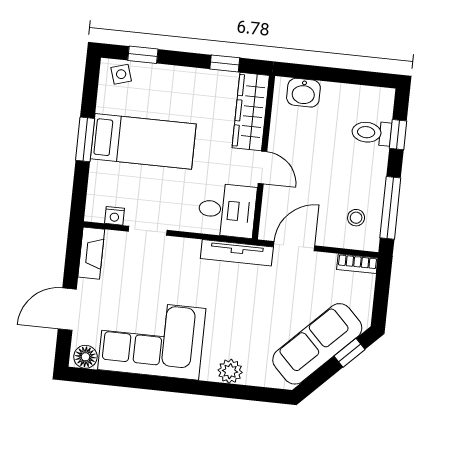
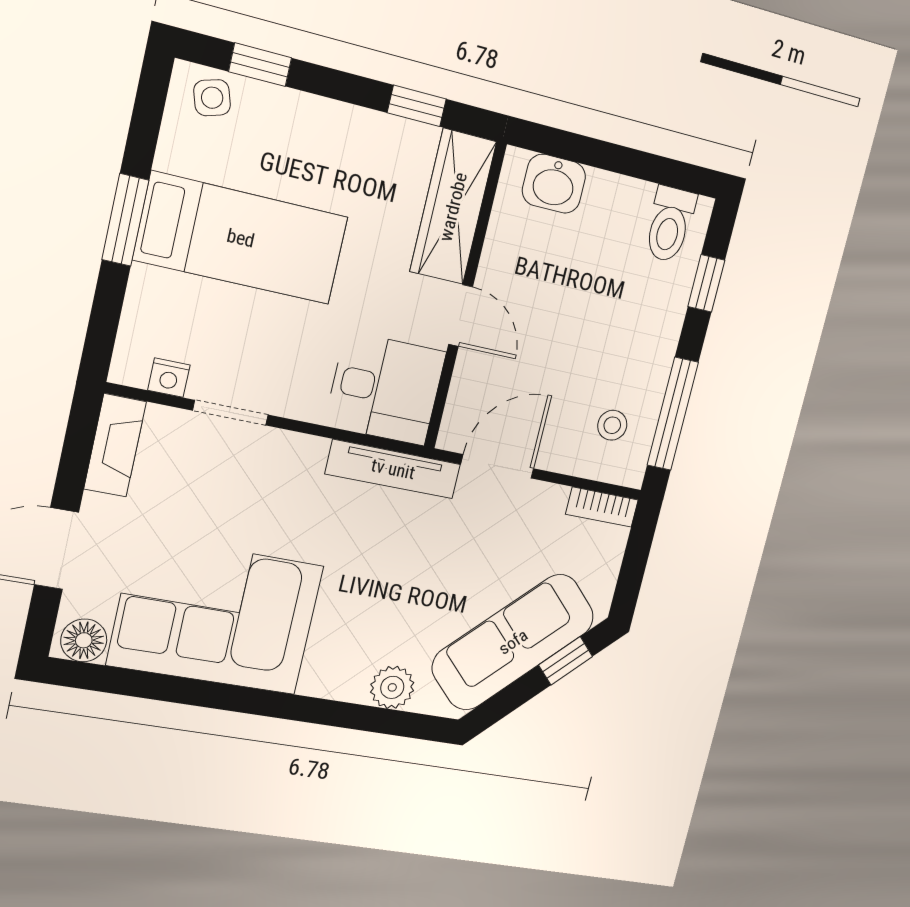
toilet: (372, 133) -> (670, 224), moved, turned -90
plant: (230, 371) -> (392, 687), moved

